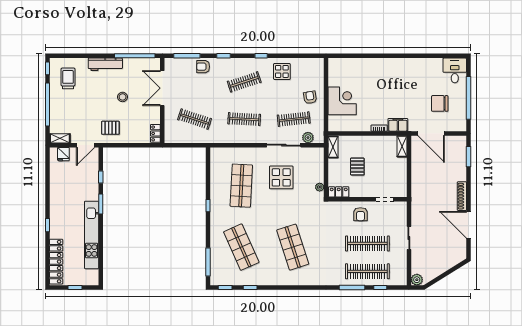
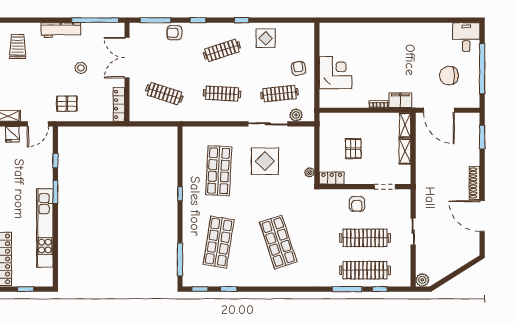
locker: (155, 133) -> (119, 104), width x1.53
shelving: (333, 147) -> (405, 151), moved
shop shelf: (241, 247) -> (219, 242), turned 33

